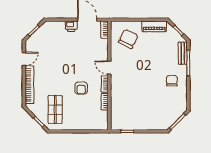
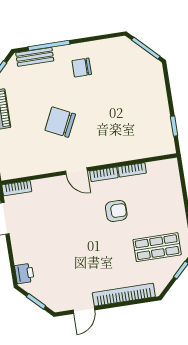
printer: (71, 26) -> (24, 273), moved
chair: (128, 39) -> (60, 122), moved
door: (24, 59) -> (84, 310), swing flipped
door: (109, 68) -> (76, 171), hinge flipped

